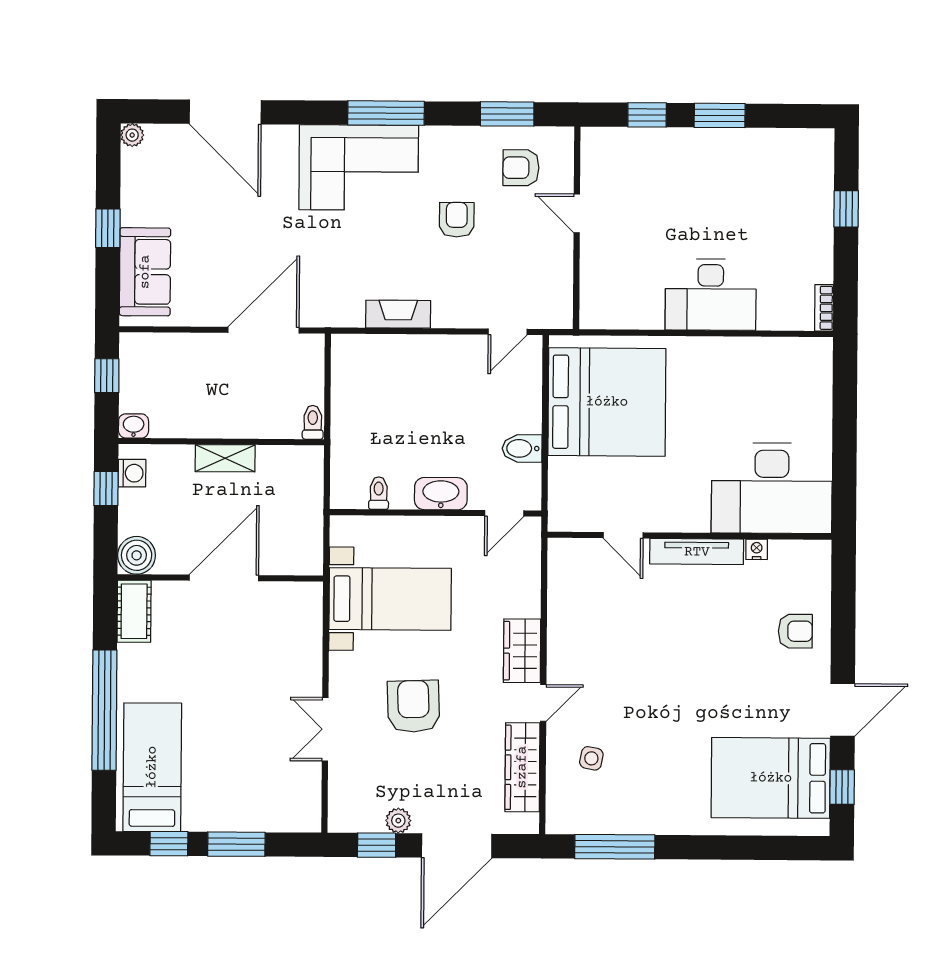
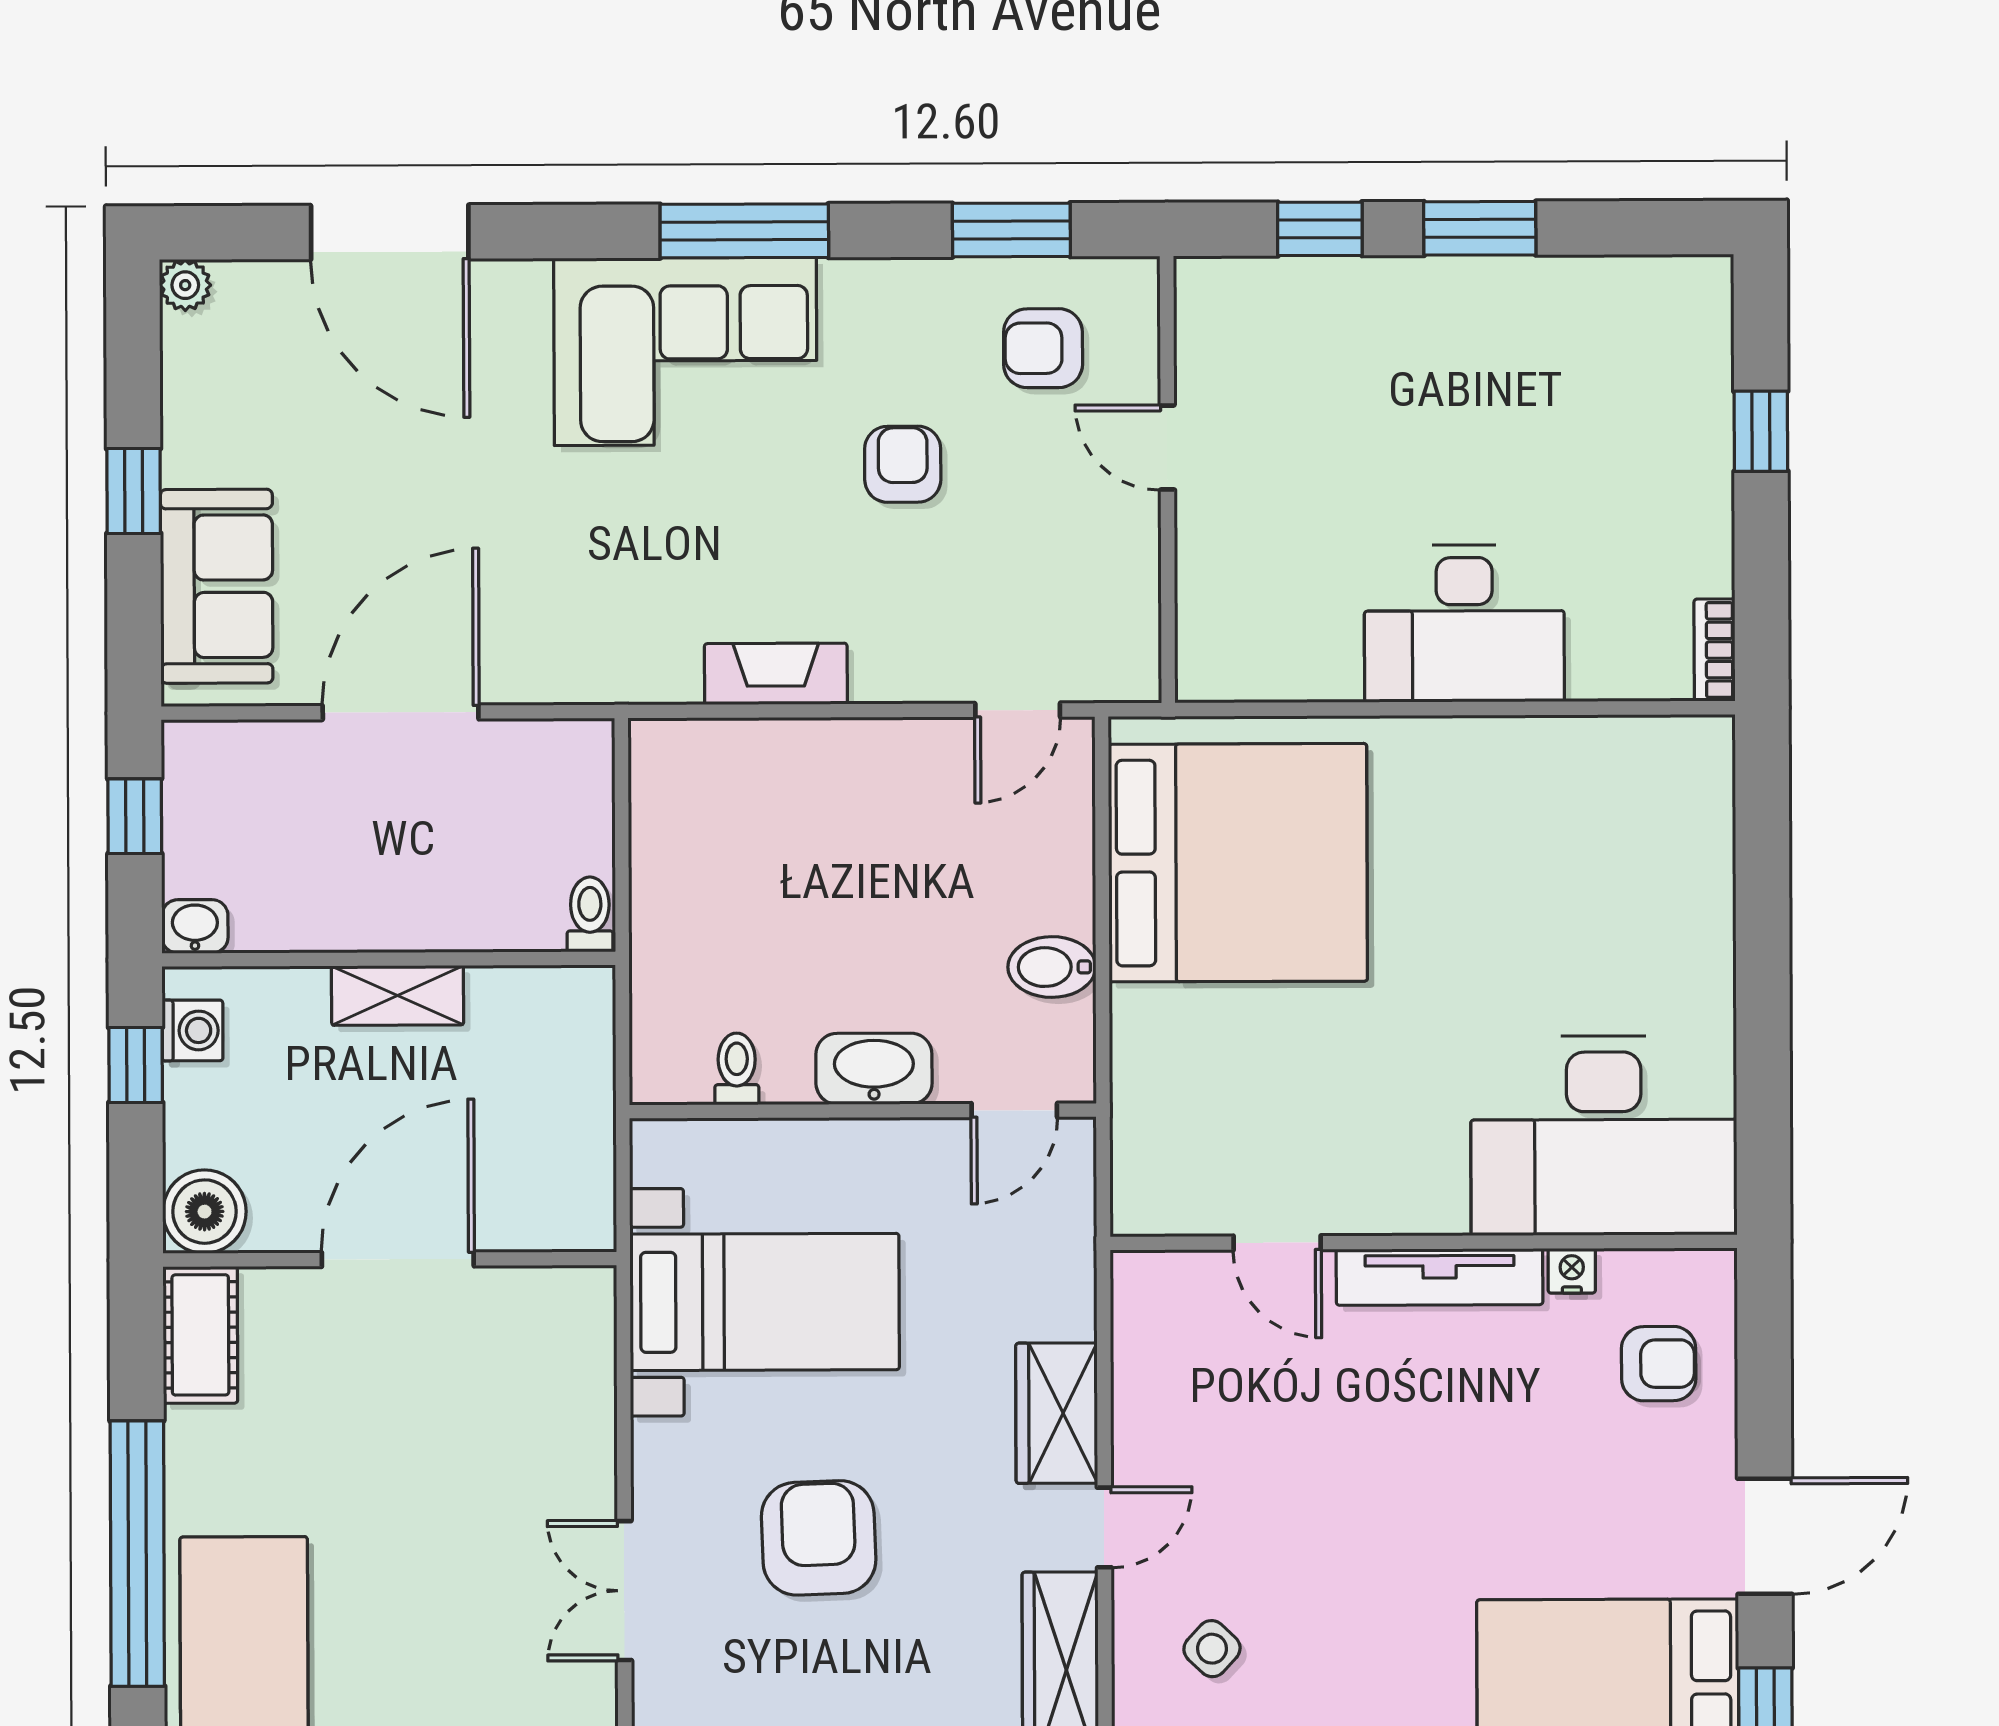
door: (264, 330) -> (401, 712), moved
desk: (772, 488) -> (1604, 1136), moved
door: (623, 535) -> (1277, 1243), moved
wall: (690, 536) -> (1424, 1242), moved
nightstand: (757, 549) -> (1572, 1271), moved
tv unit: (697, 552) -> (1440, 1277), moved
side table: (591, 758) -> (1212, 1649), turned 32

